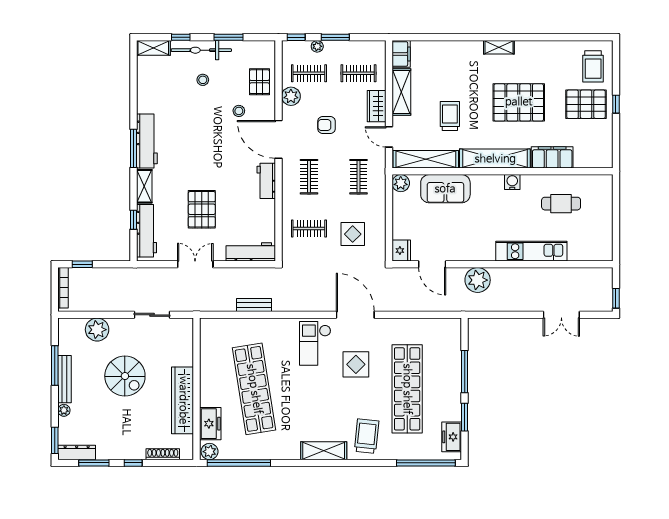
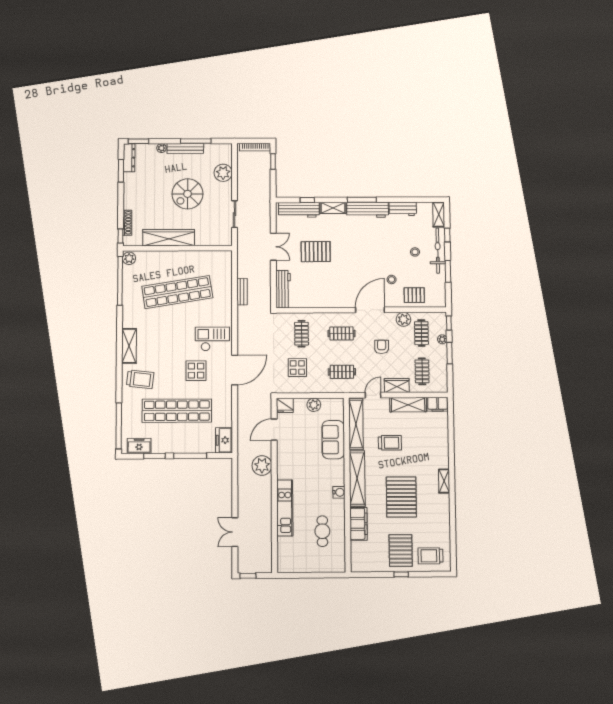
workbench: (266, 181) -> (403, 209), moved, turned 180
plant: (401, 183) -> (314, 405), moved
freezer: (210, 424) -> (224, 440), moved, turned 90
window: (133, 463) -> (120, 236), moved

